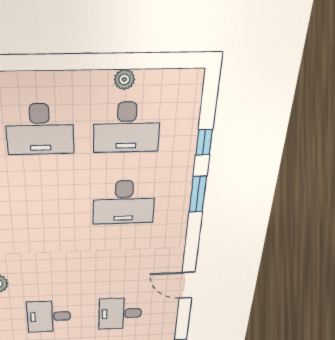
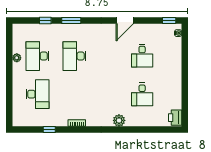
desk: (127, 127) -> (38, 56), turned 180
desk: (124, 202) -> (74, 56), turned 180

